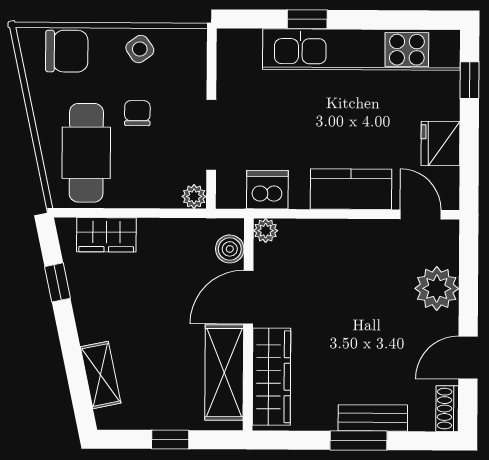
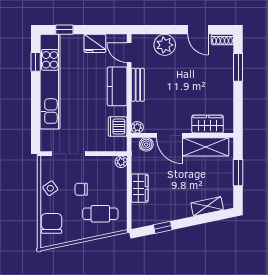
window: (307, 19) -> (36, 62), moved
doorway: (211, 135) -> (69, 154), moved
cafe table: (86, 153) -> (100, 214), width x0.73, depth x0.74
door: (421, 215) -> (129, 53), hinge flipped
wardrobe: (106, 235) -> (140, 188), moved
wardrobe: (272, 377) -> (208, 124), width x0.67
bench: (373, 418) -> (138, 85), moved
window: (170, 440) -> (238, 173), width x1.50
window: (359, 440) -> (238, 67), moved

